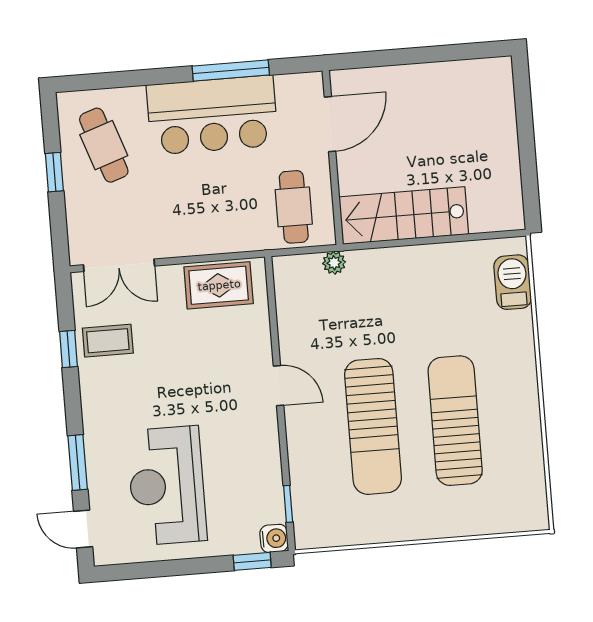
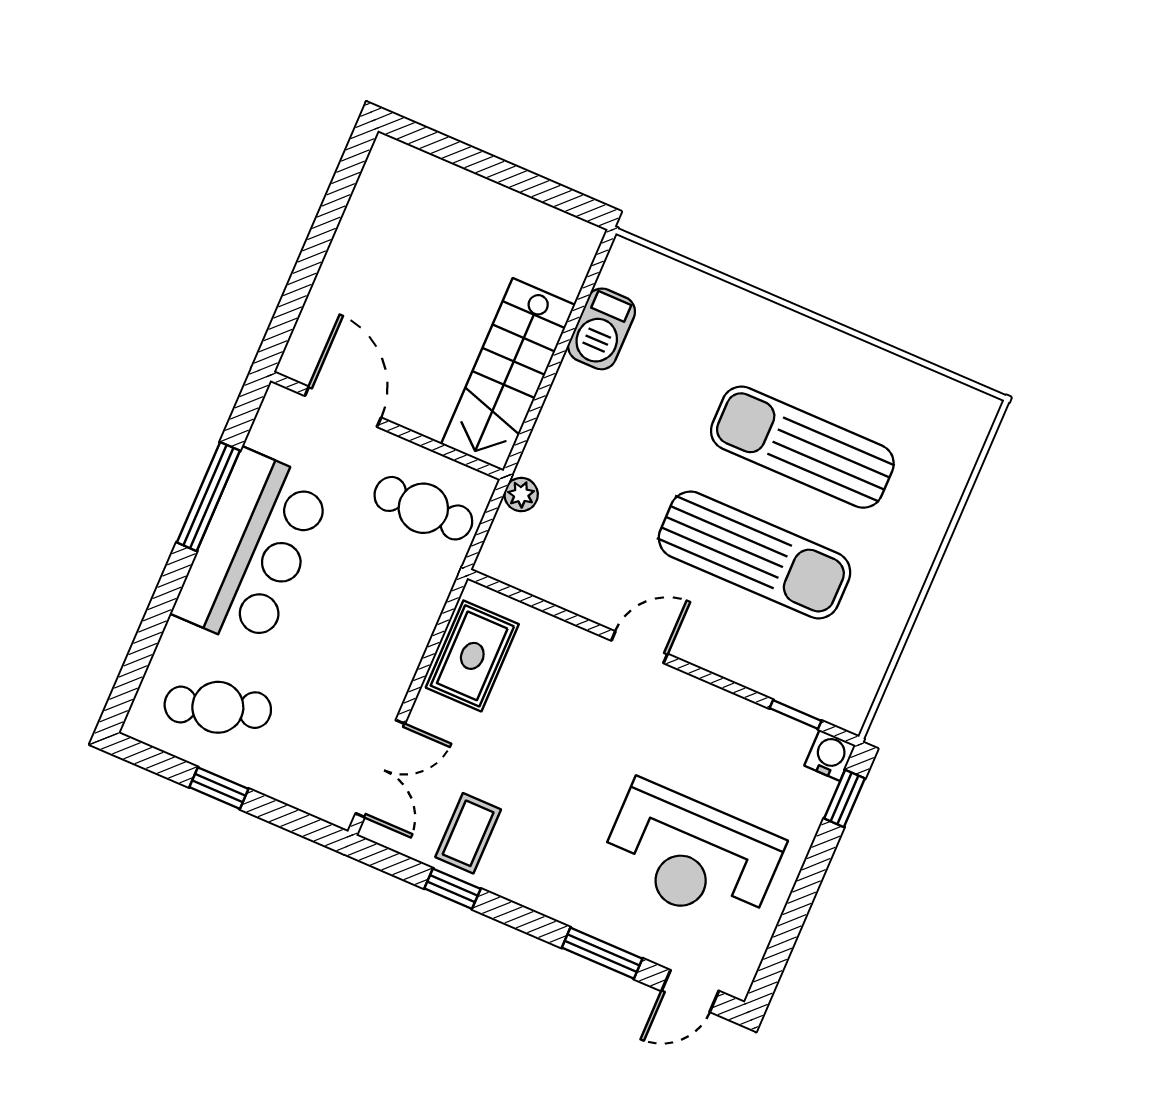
barbecue: (513, 282) -> (602, 329), moved, turned -90

